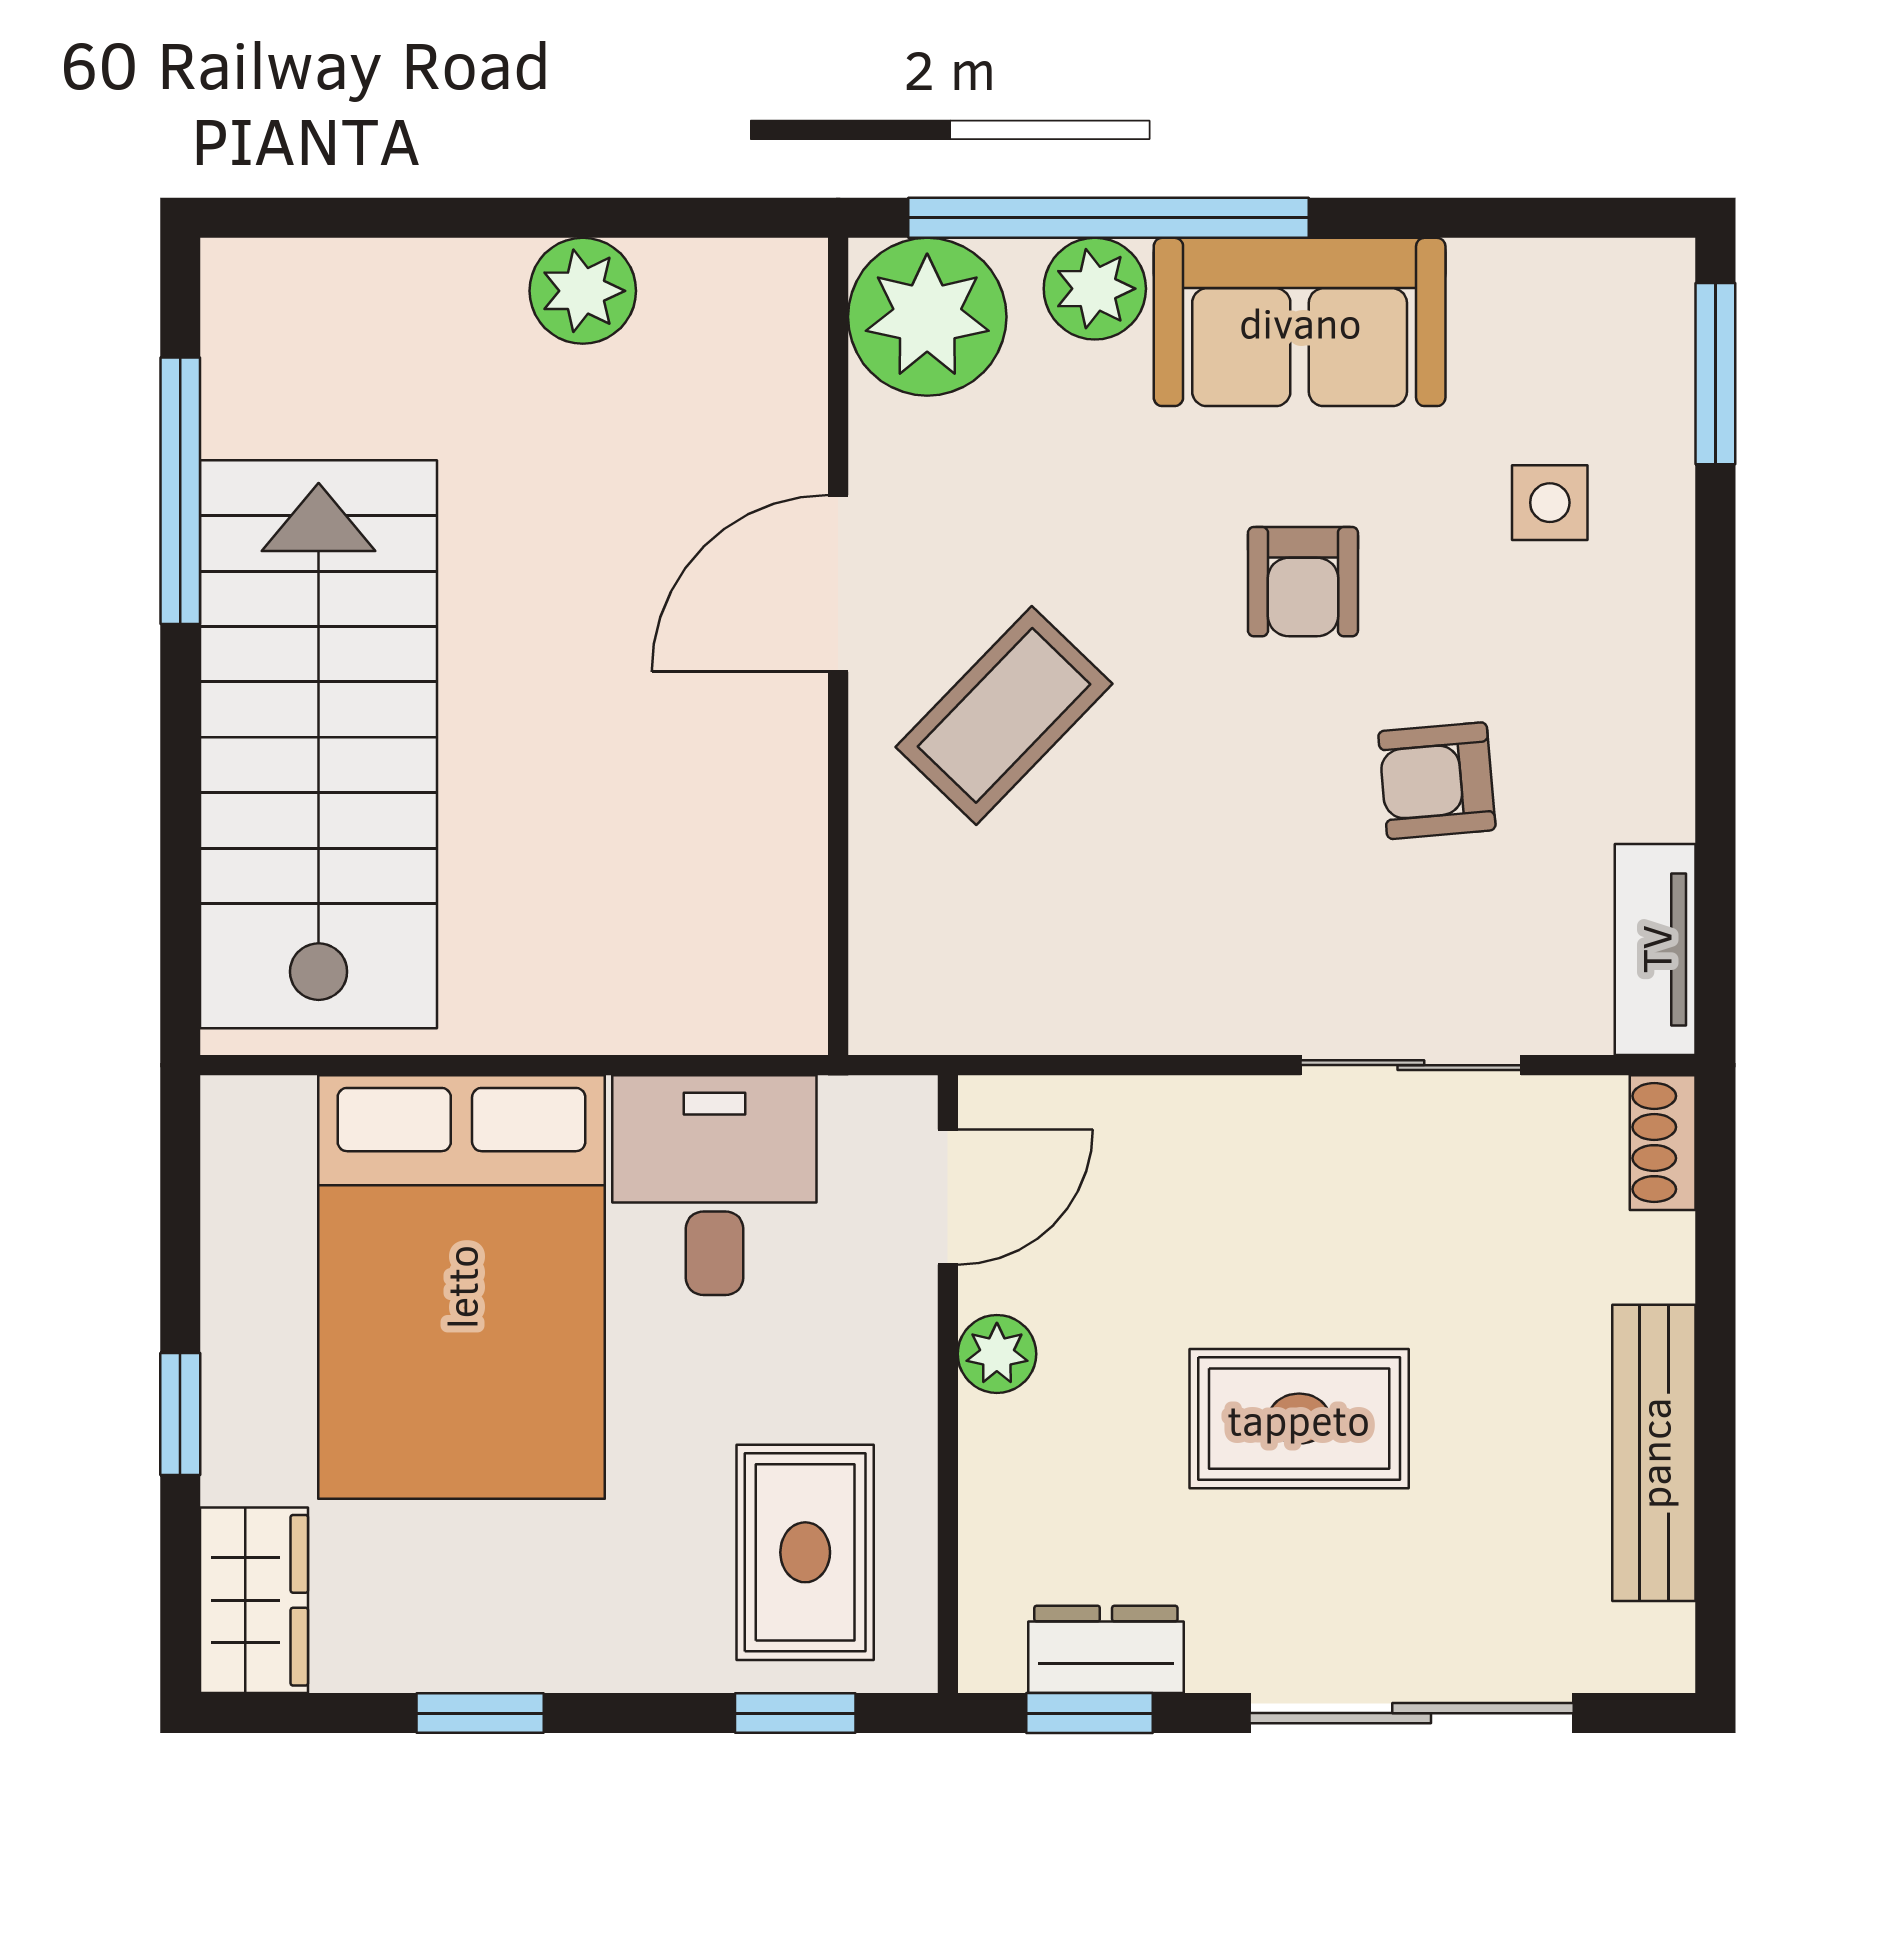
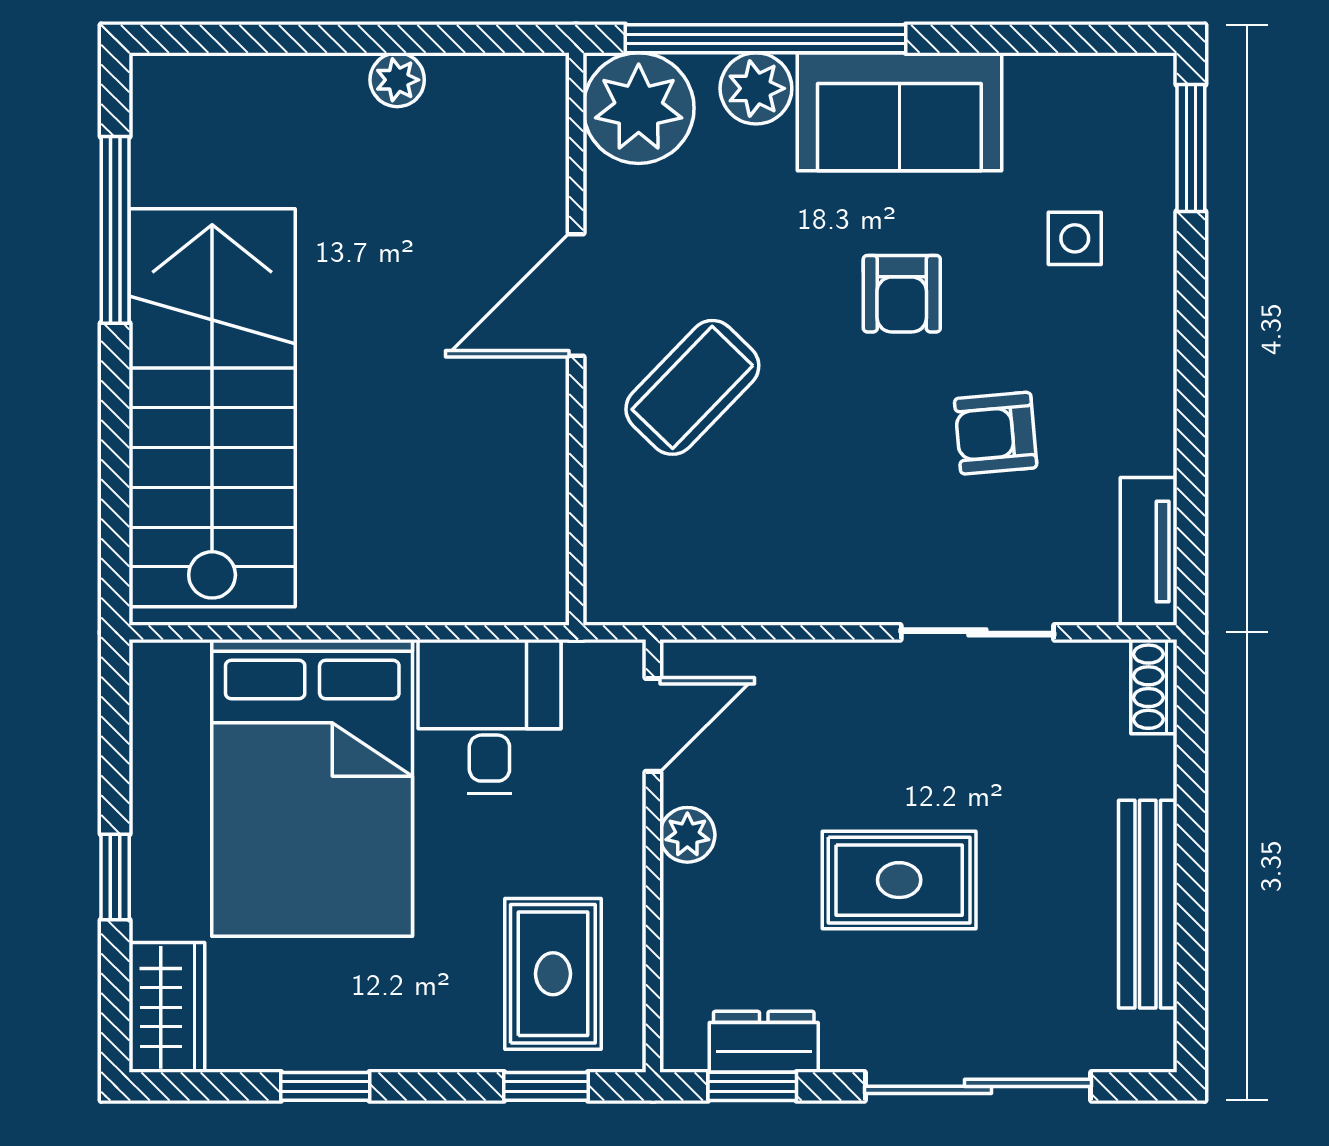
plant: (583, 291) -> (397, 80), width x0.73, depth x0.73

